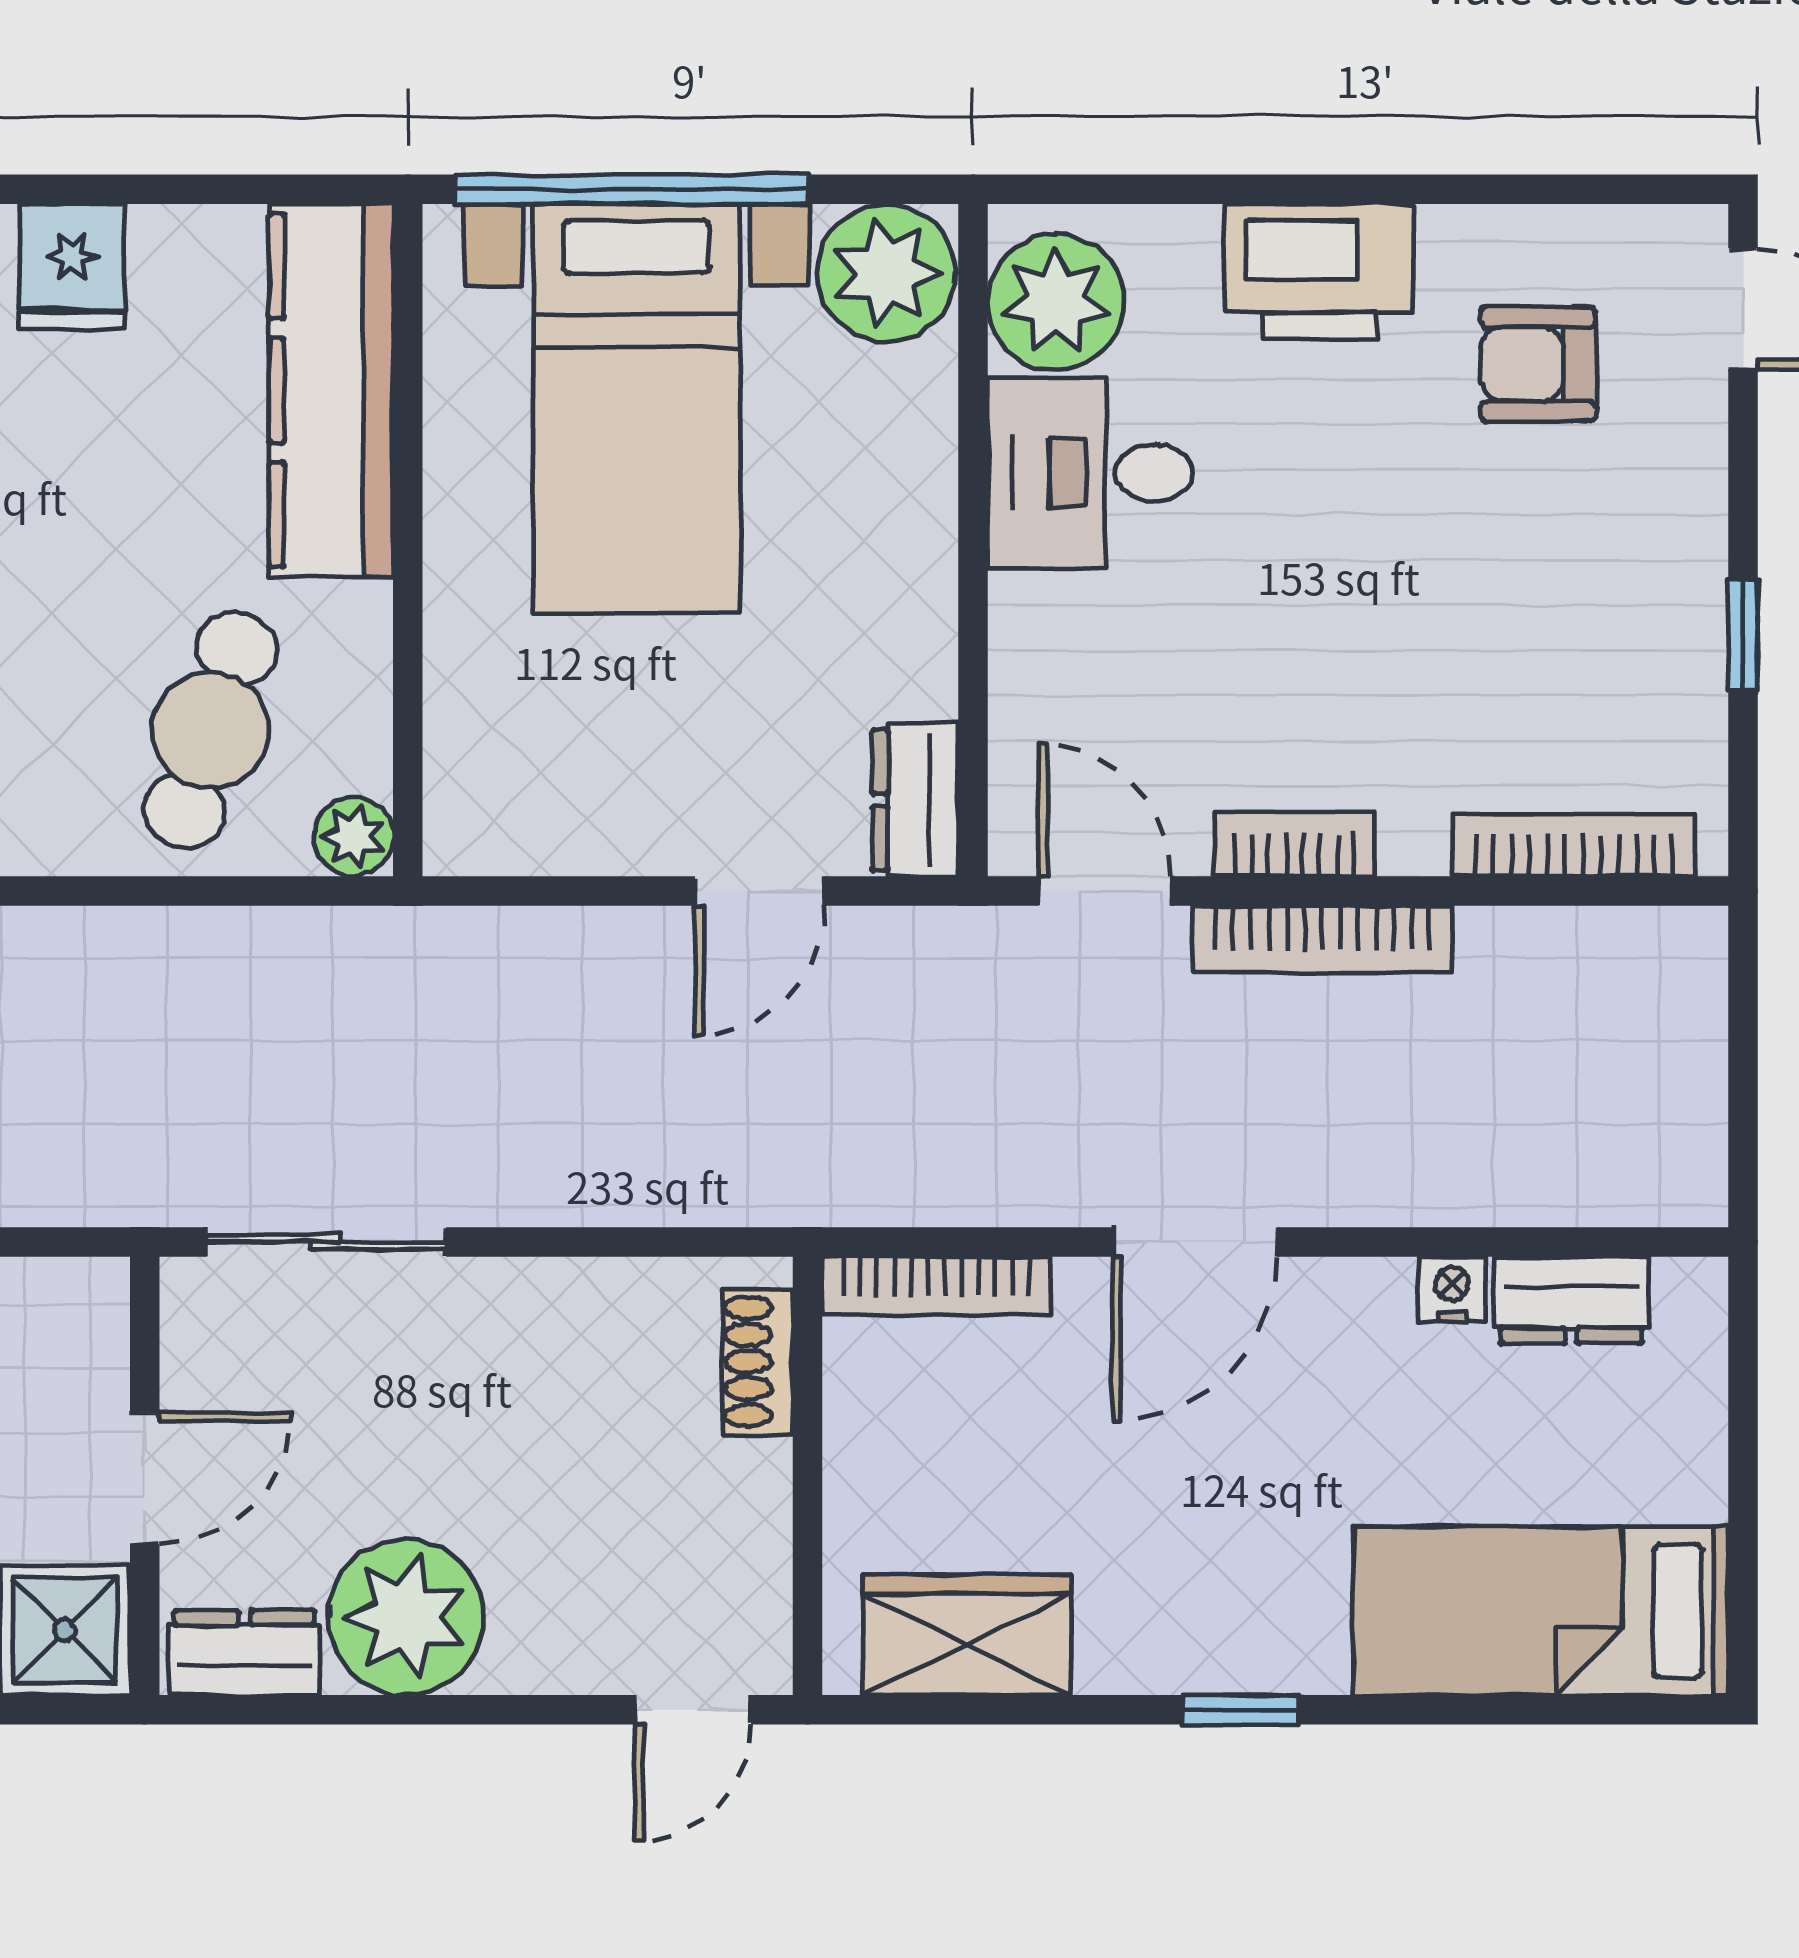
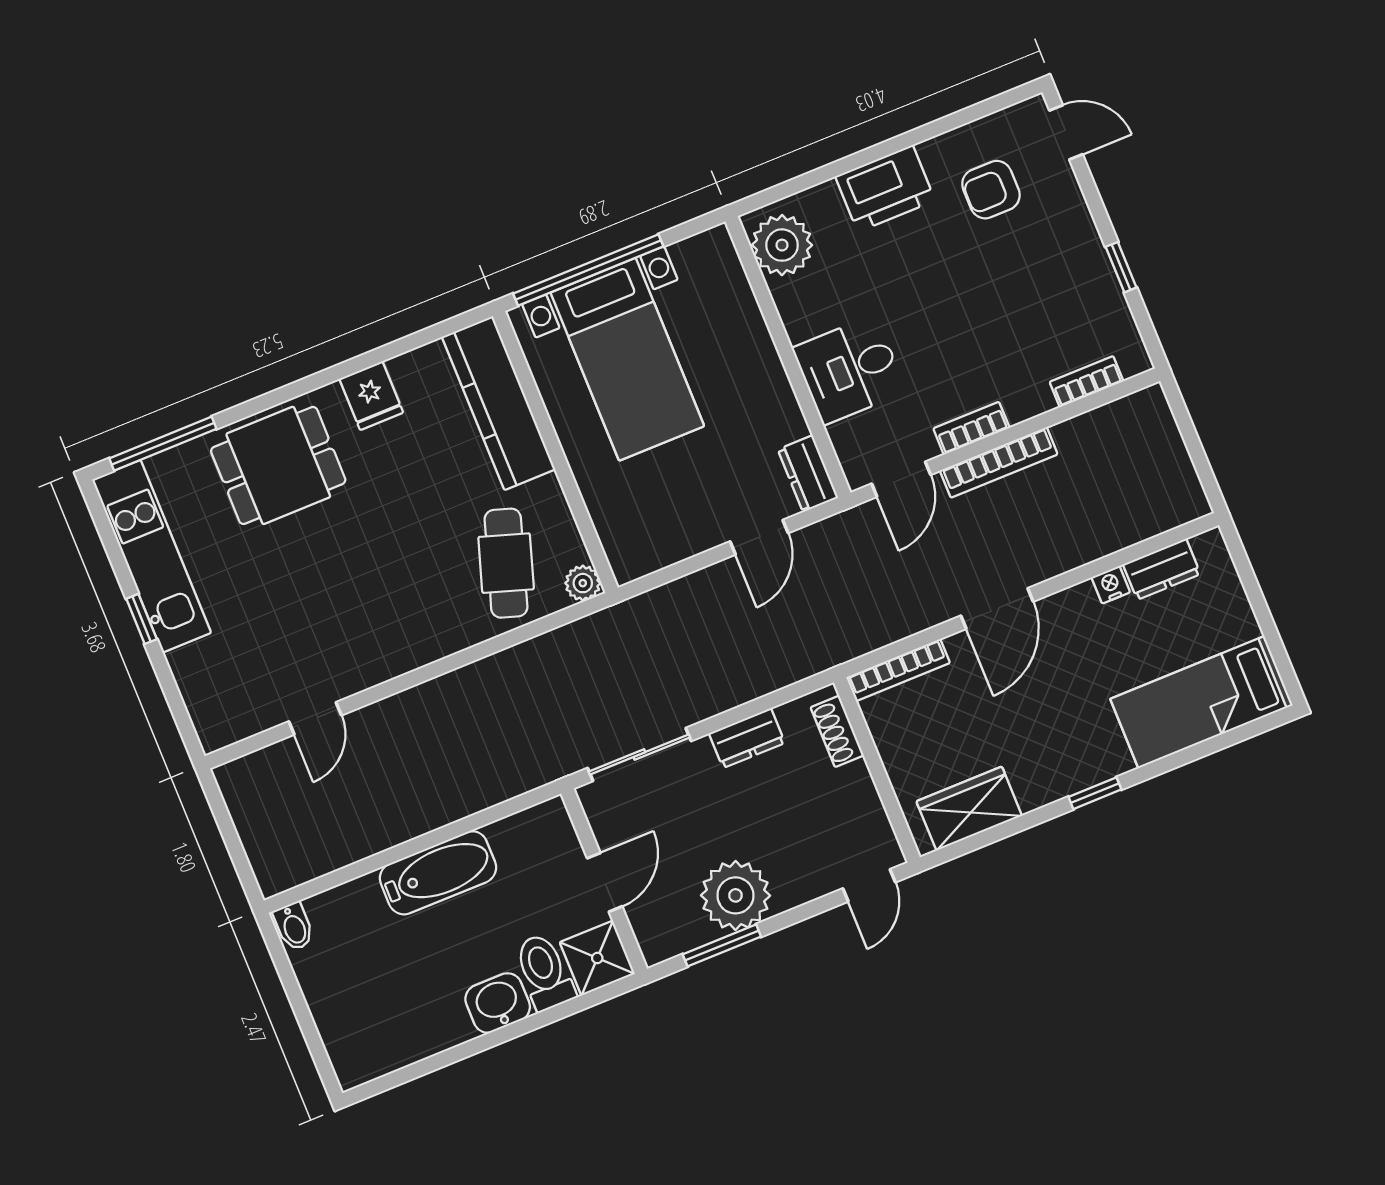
plant: (886, 273) -> (707, 262), removed
desk: (1090, 473) -> (849, 370), moved
bookcase: (1574, 845) -> (1087, 382), width x0.64
door: (1105, 891) -> (901, 479), swing flipped
dresser: (245, 1653) -> (747, 738), moved, turned 180
window: (335, 1710) -> (722, 945), added

